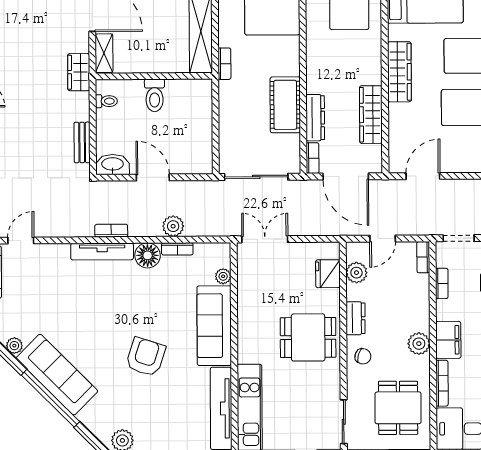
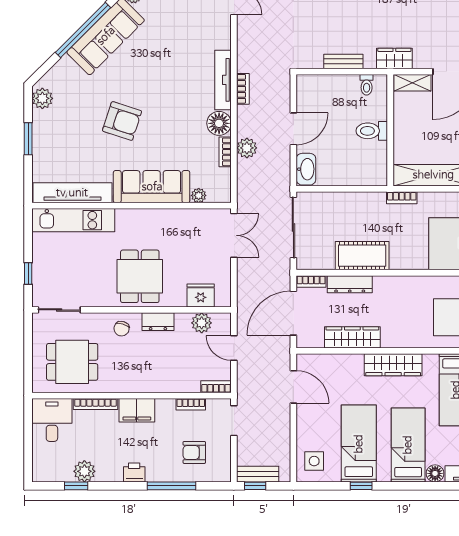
bench: (82, 142) -> (343, 61), moved
washbasin: (113, 165) -> (306, 169), moved
plant: (419, 344) -> (133, 382), removed

